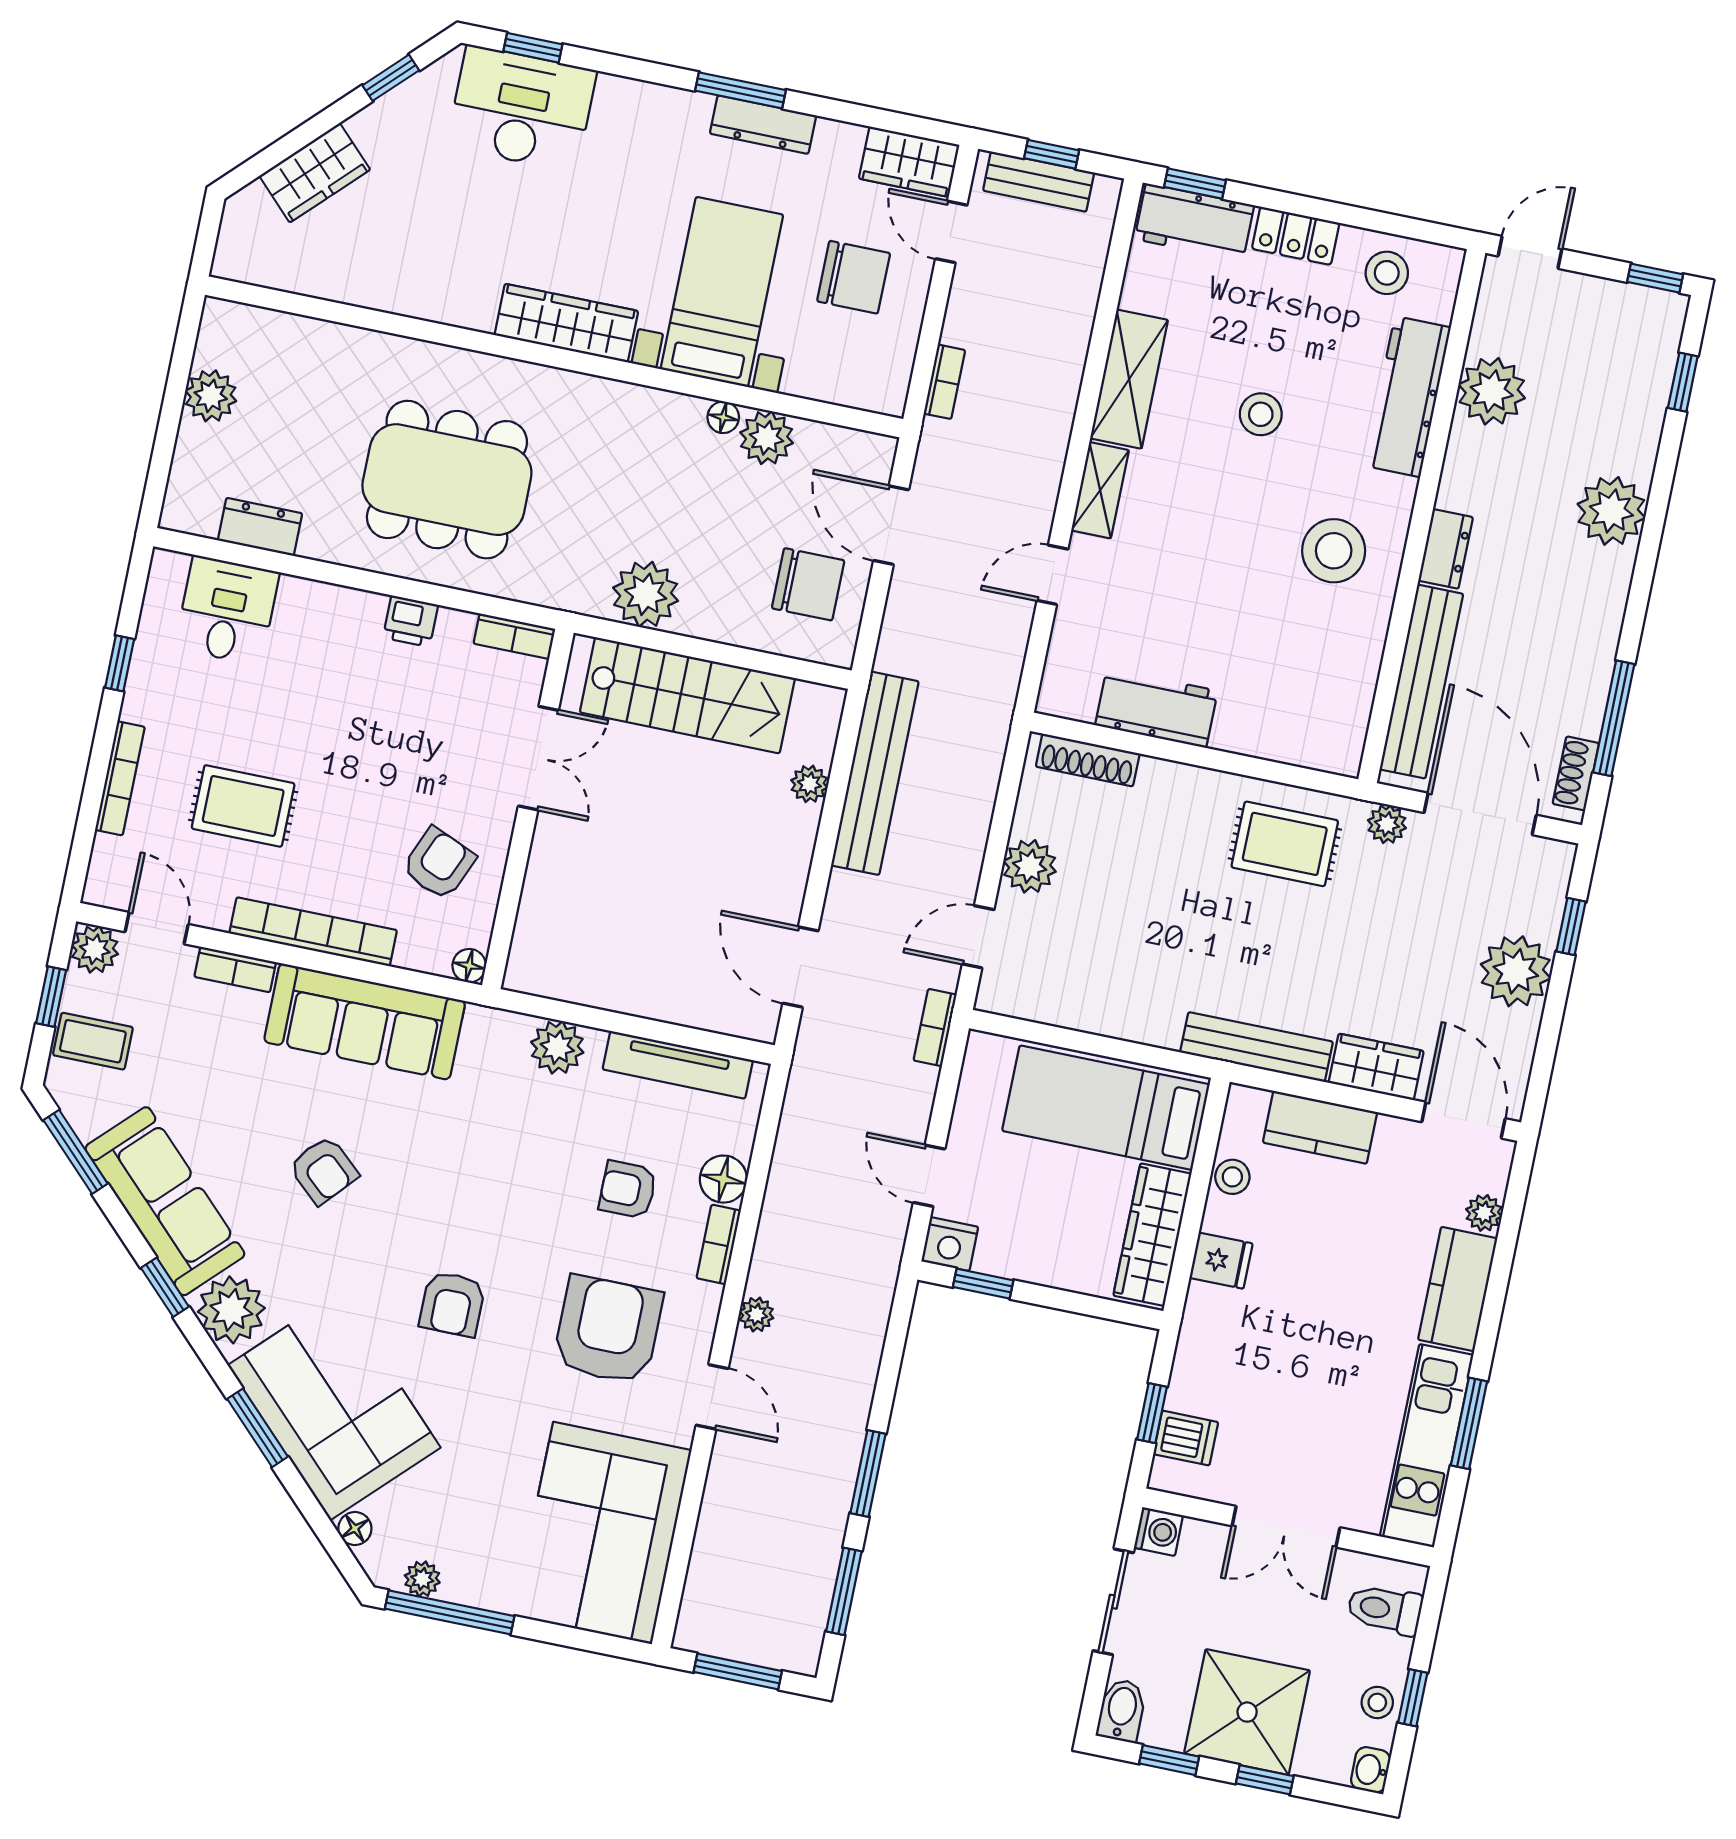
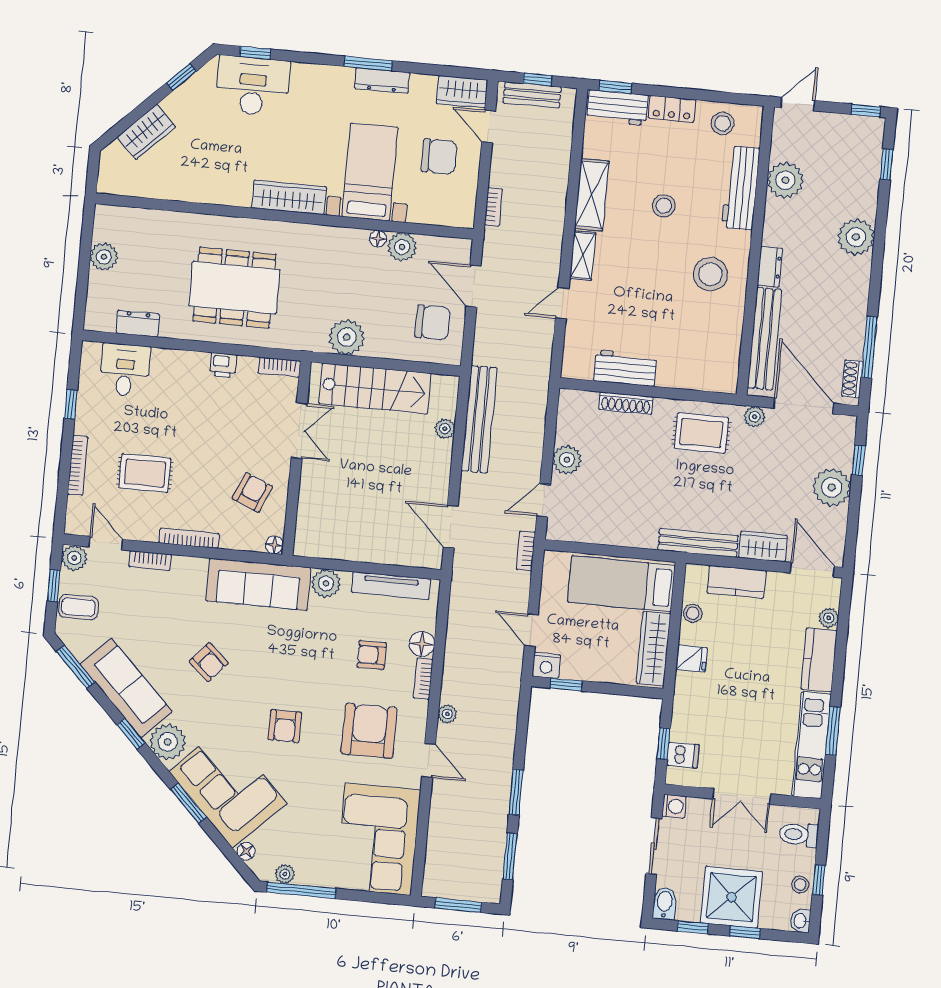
shoe rack: (1088, 760) -> (626, 403), moved
bookcase: (313, 932) -> (189, 538), width x0.68, depth x0.76
sofa: (365, 1022) -> (258, 584), moved

